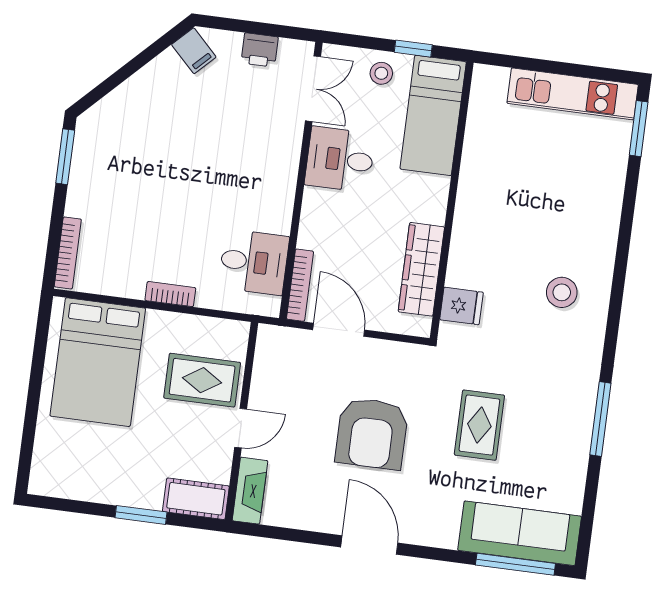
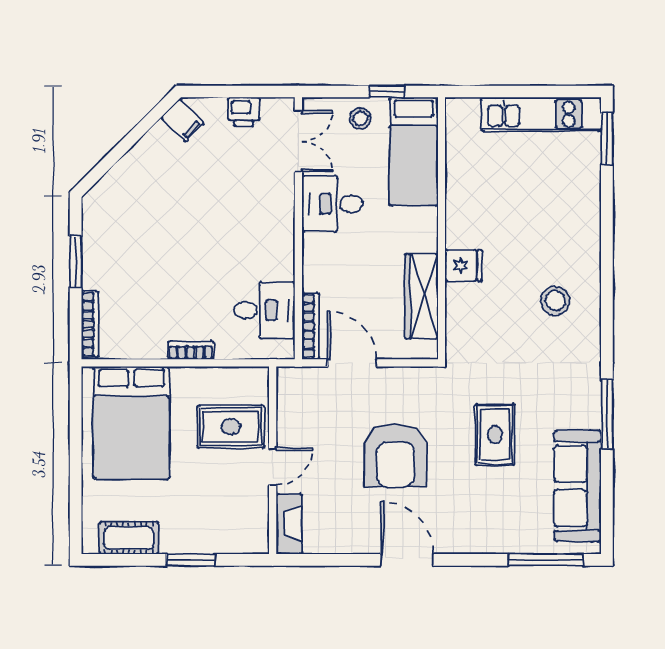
window: (65, 157) -> (76, 262), moved
fridge: (462, 306) -> (464, 265), moved
cot: (196, 499) -> (129, 538), moved
sofa: (520, 533) -> (578, 486), moved, turned -90

